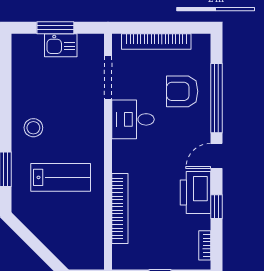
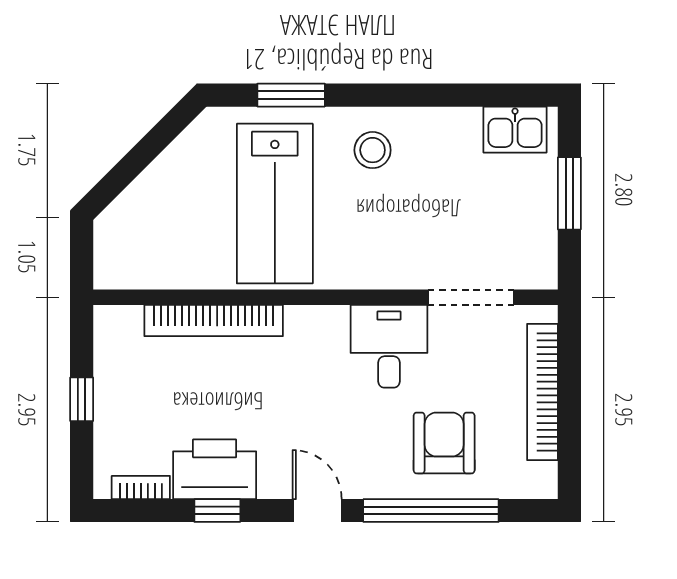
kitchen sink: (61, 45) -> (515, 130), moved, turned -90
lab bench: (61, 177) -> (275, 204), width x1.36, depth x1.39
printer: (195, 192) -> (215, 469), moved

